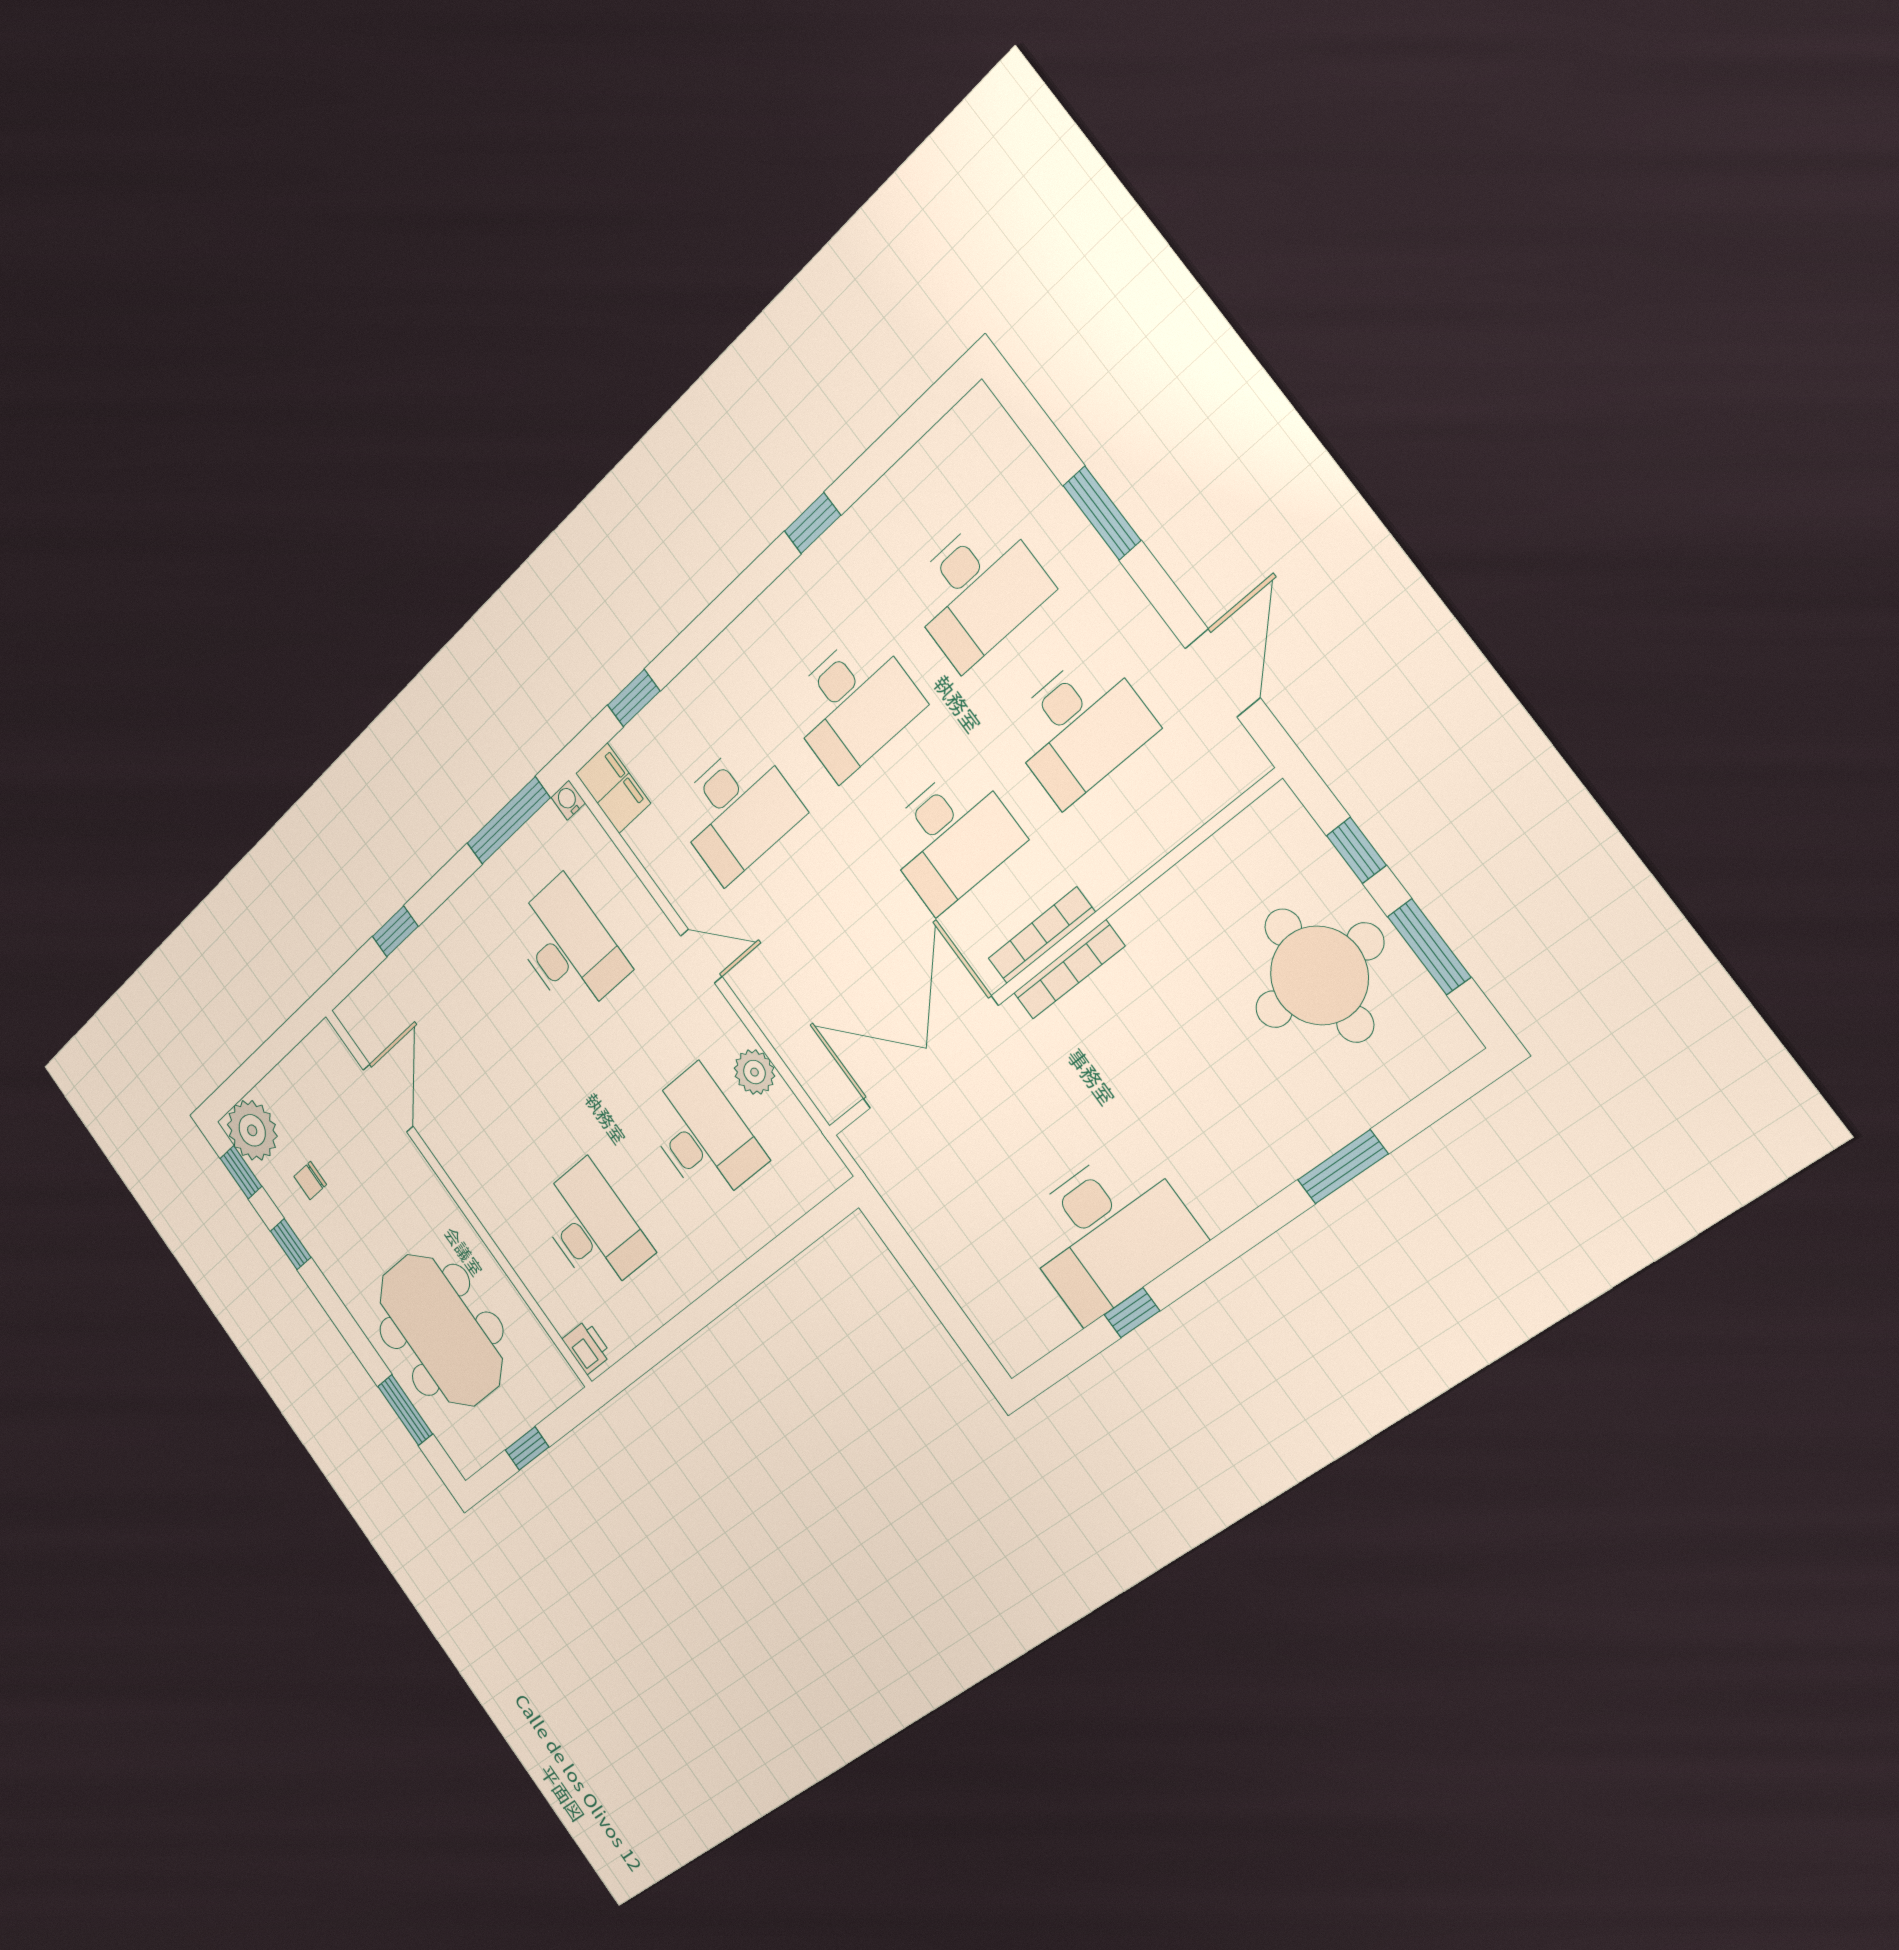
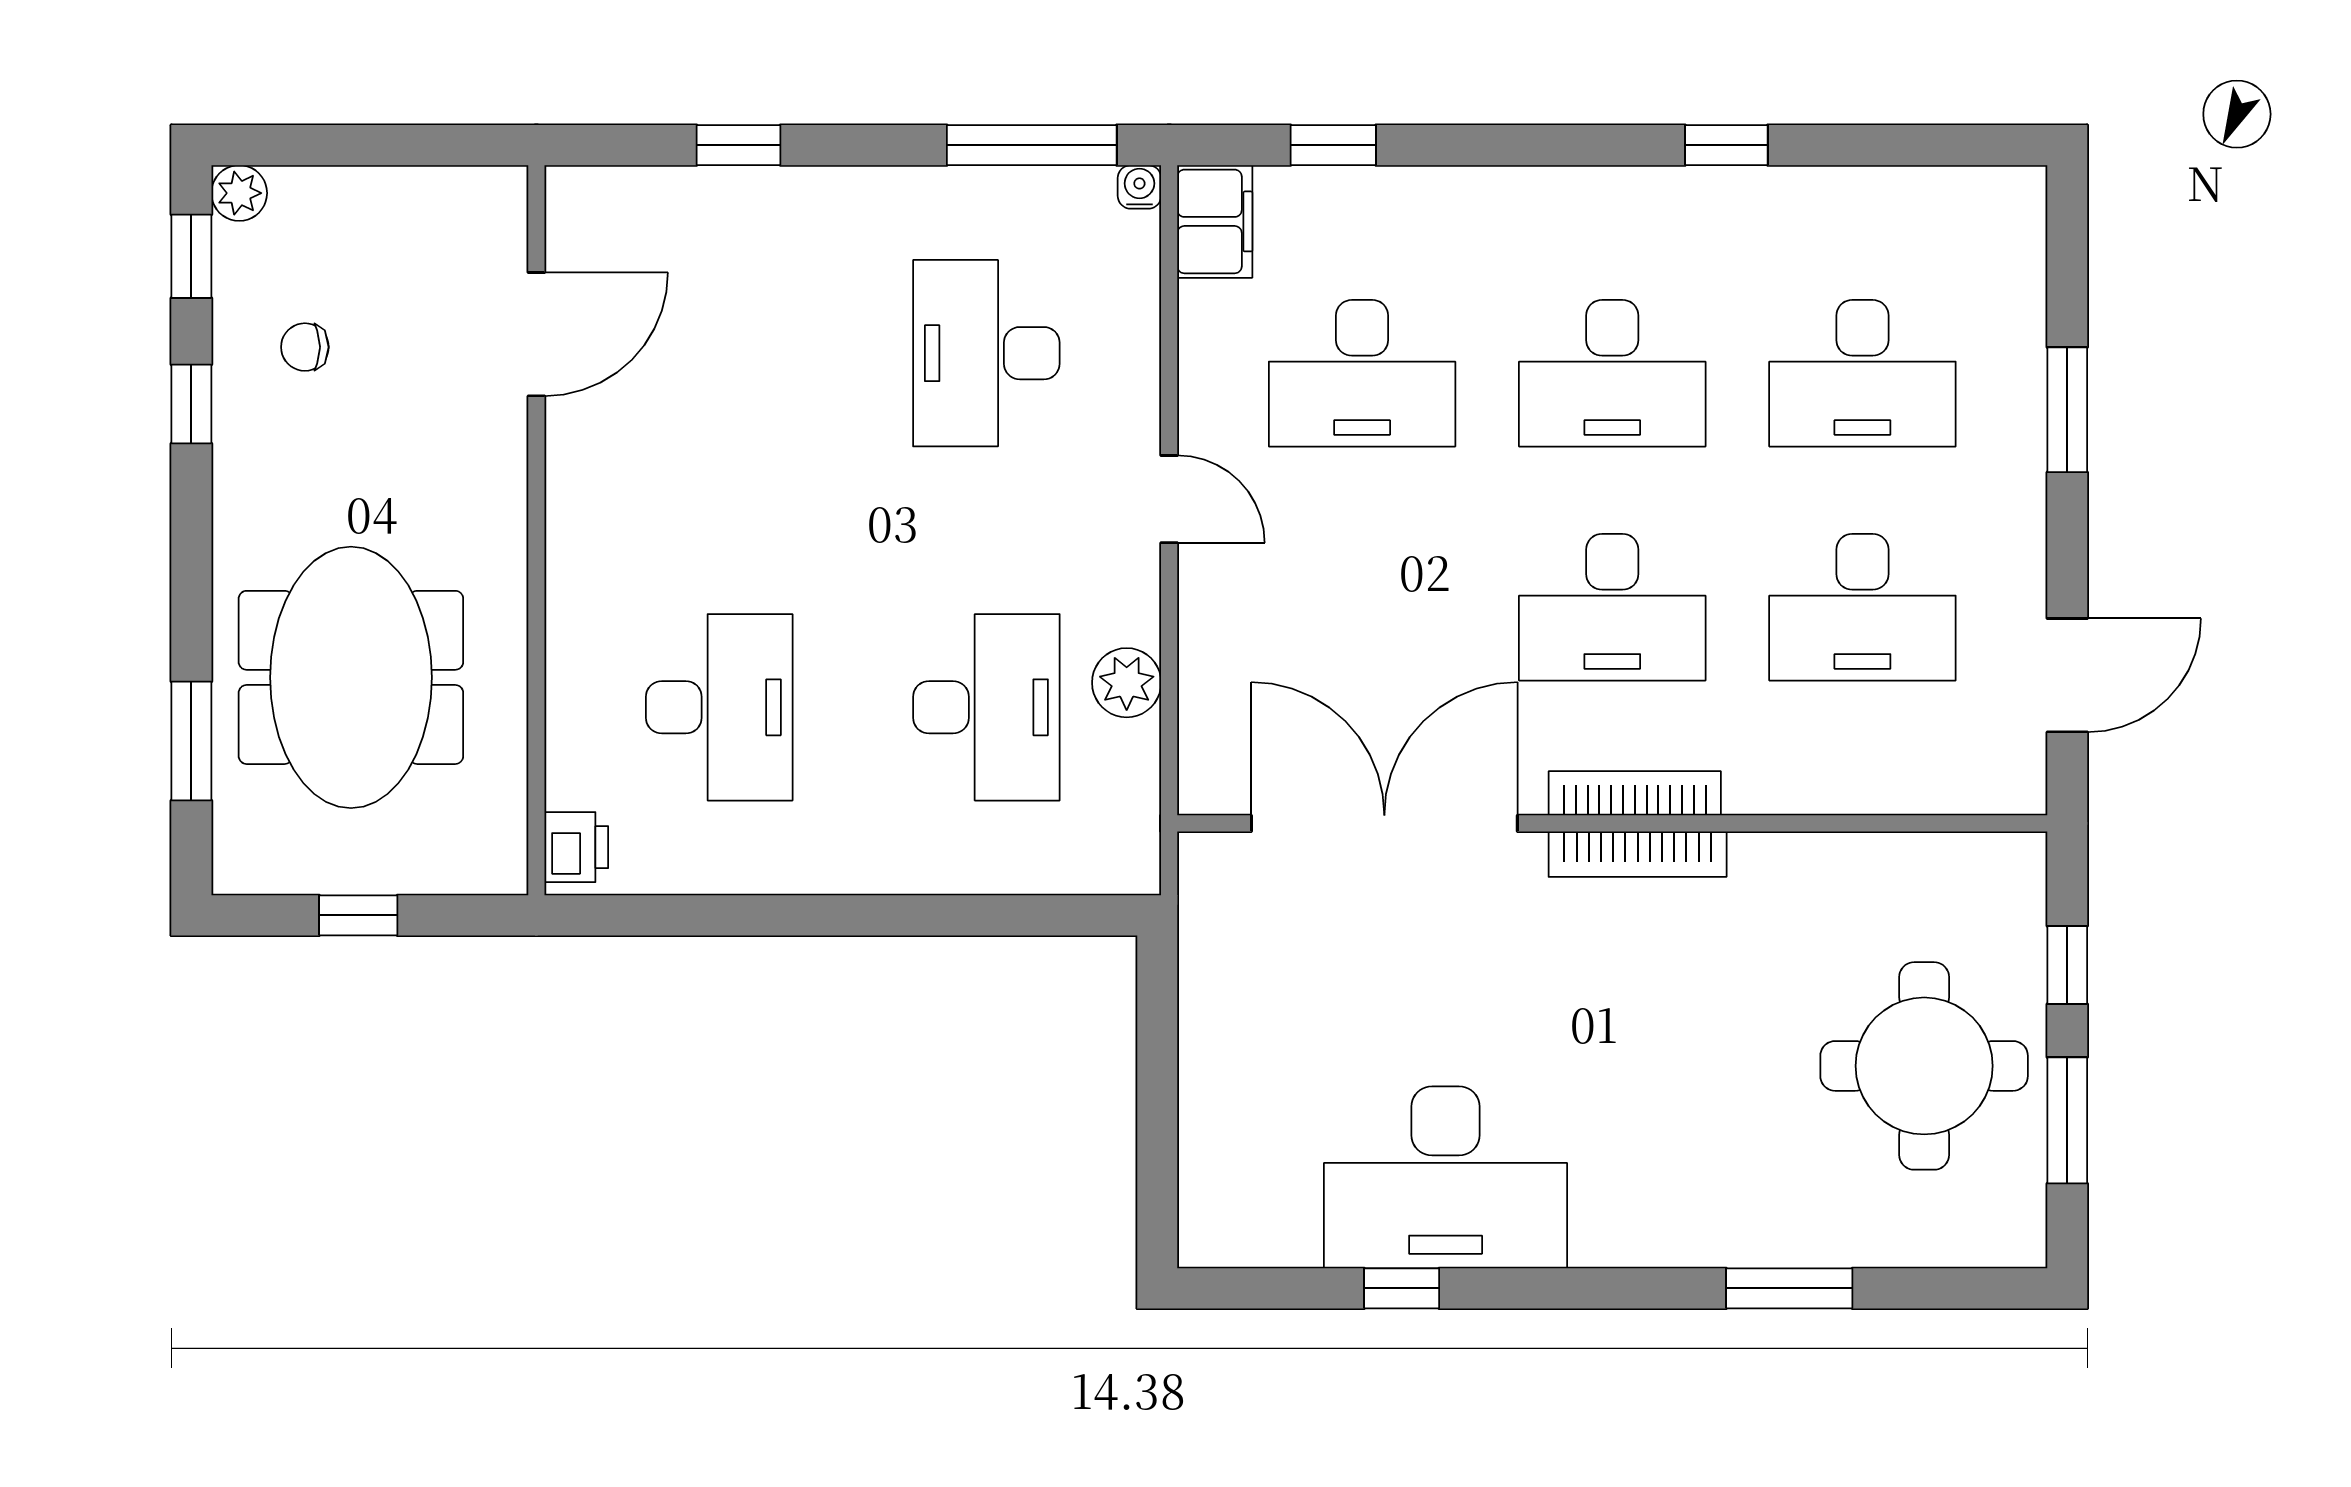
desk: (568, 948) -> (986, 353), turned 180
plant: (252, 1130) -> (239, 193), width x0.53, depth x0.53

